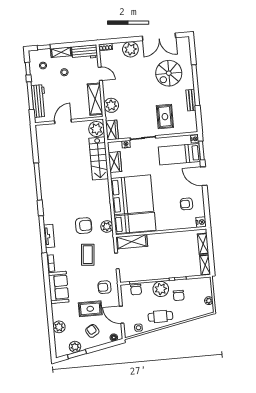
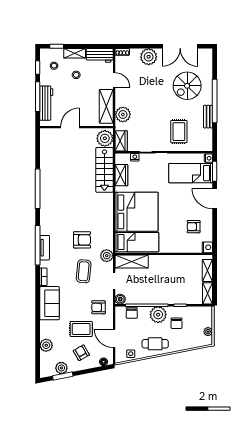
plant: (107, 226) -> (107, 256), moved
boiler: (124, 278) -> (120, 299), added

